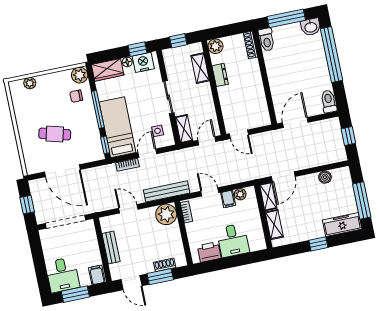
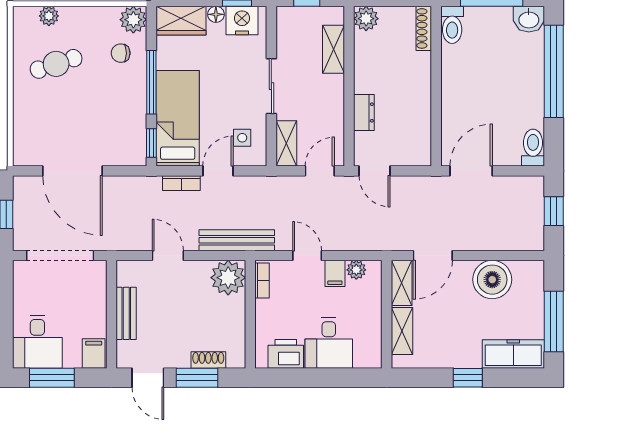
dresser: (220, 75) -> (364, 112), moved
cafe table: (55, 134) -> (56, 64), moved, turned -33
boiler: (325, 177) -> (492, 280), width x1.86, depth x1.86

